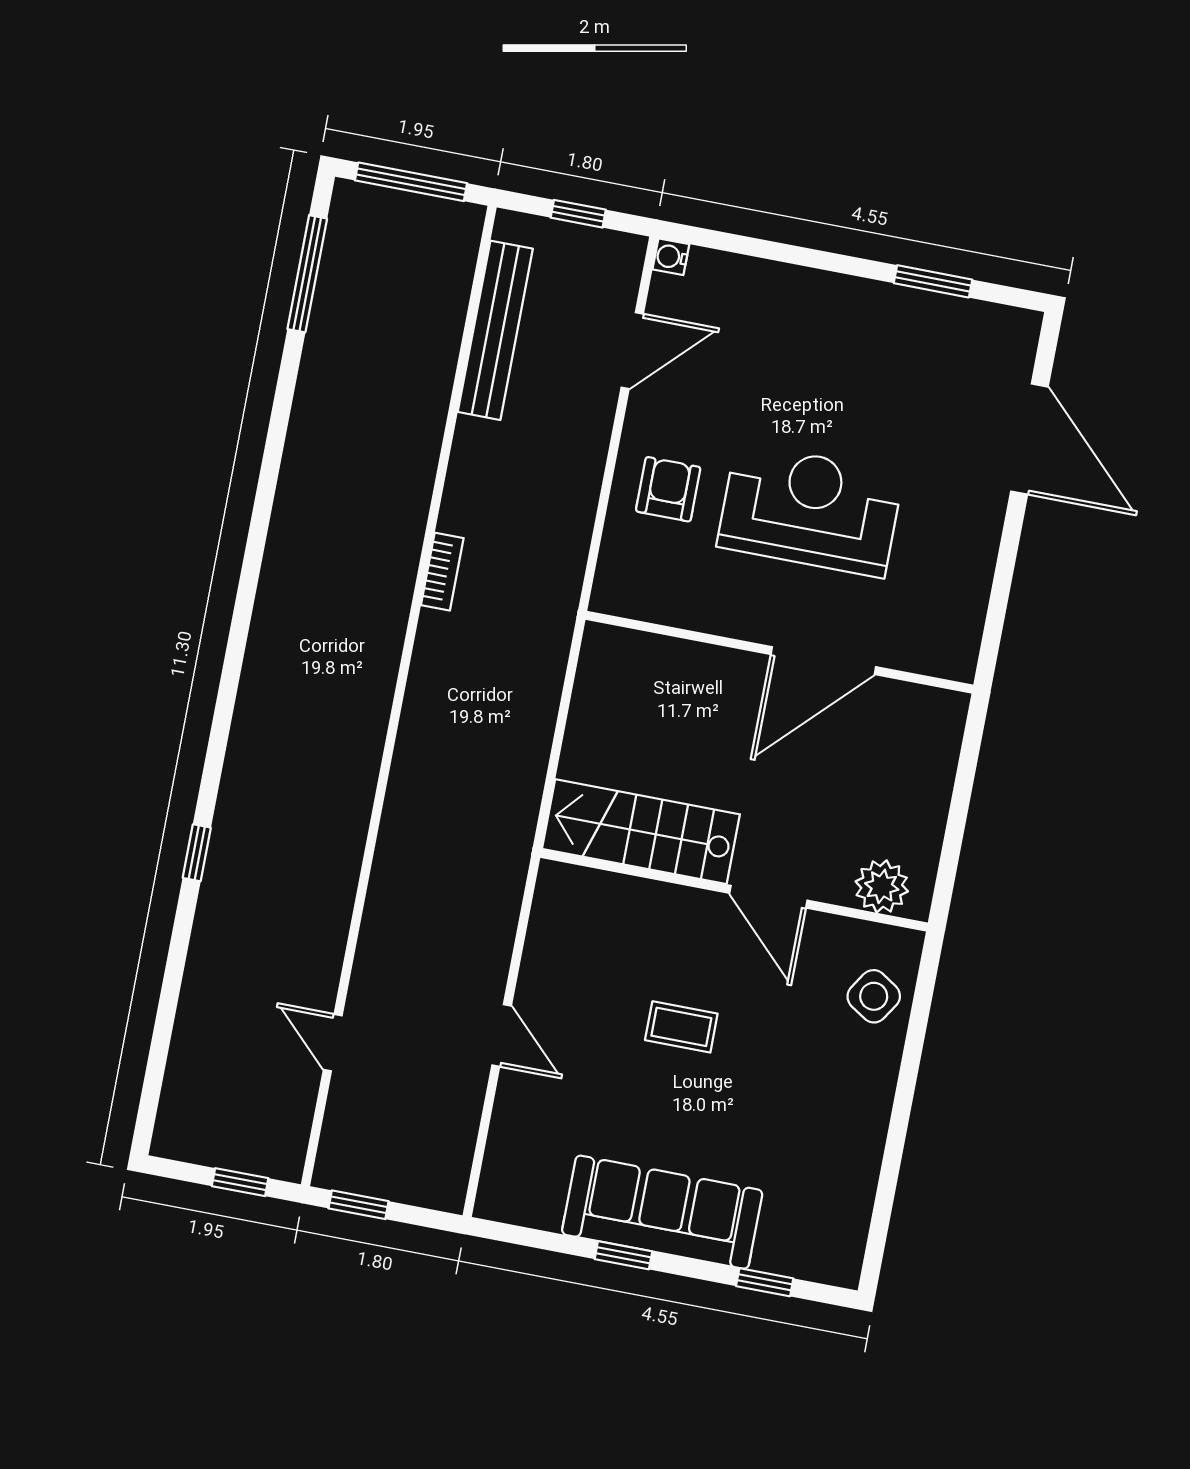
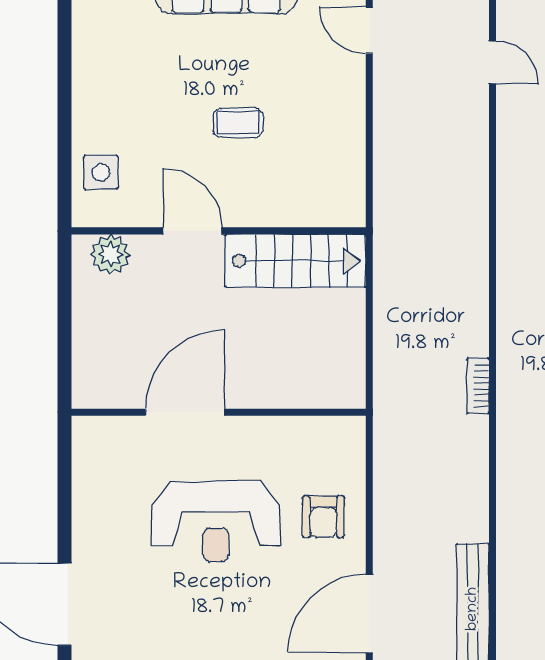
door: (632, 351) -> (369, 614), width x1.36
bookcase: (442, 572) -> (478, 386), moved
side table: (874, 996) -> (101, 172), turned -33
door: (502, 1035) -> (369, 30), moved

